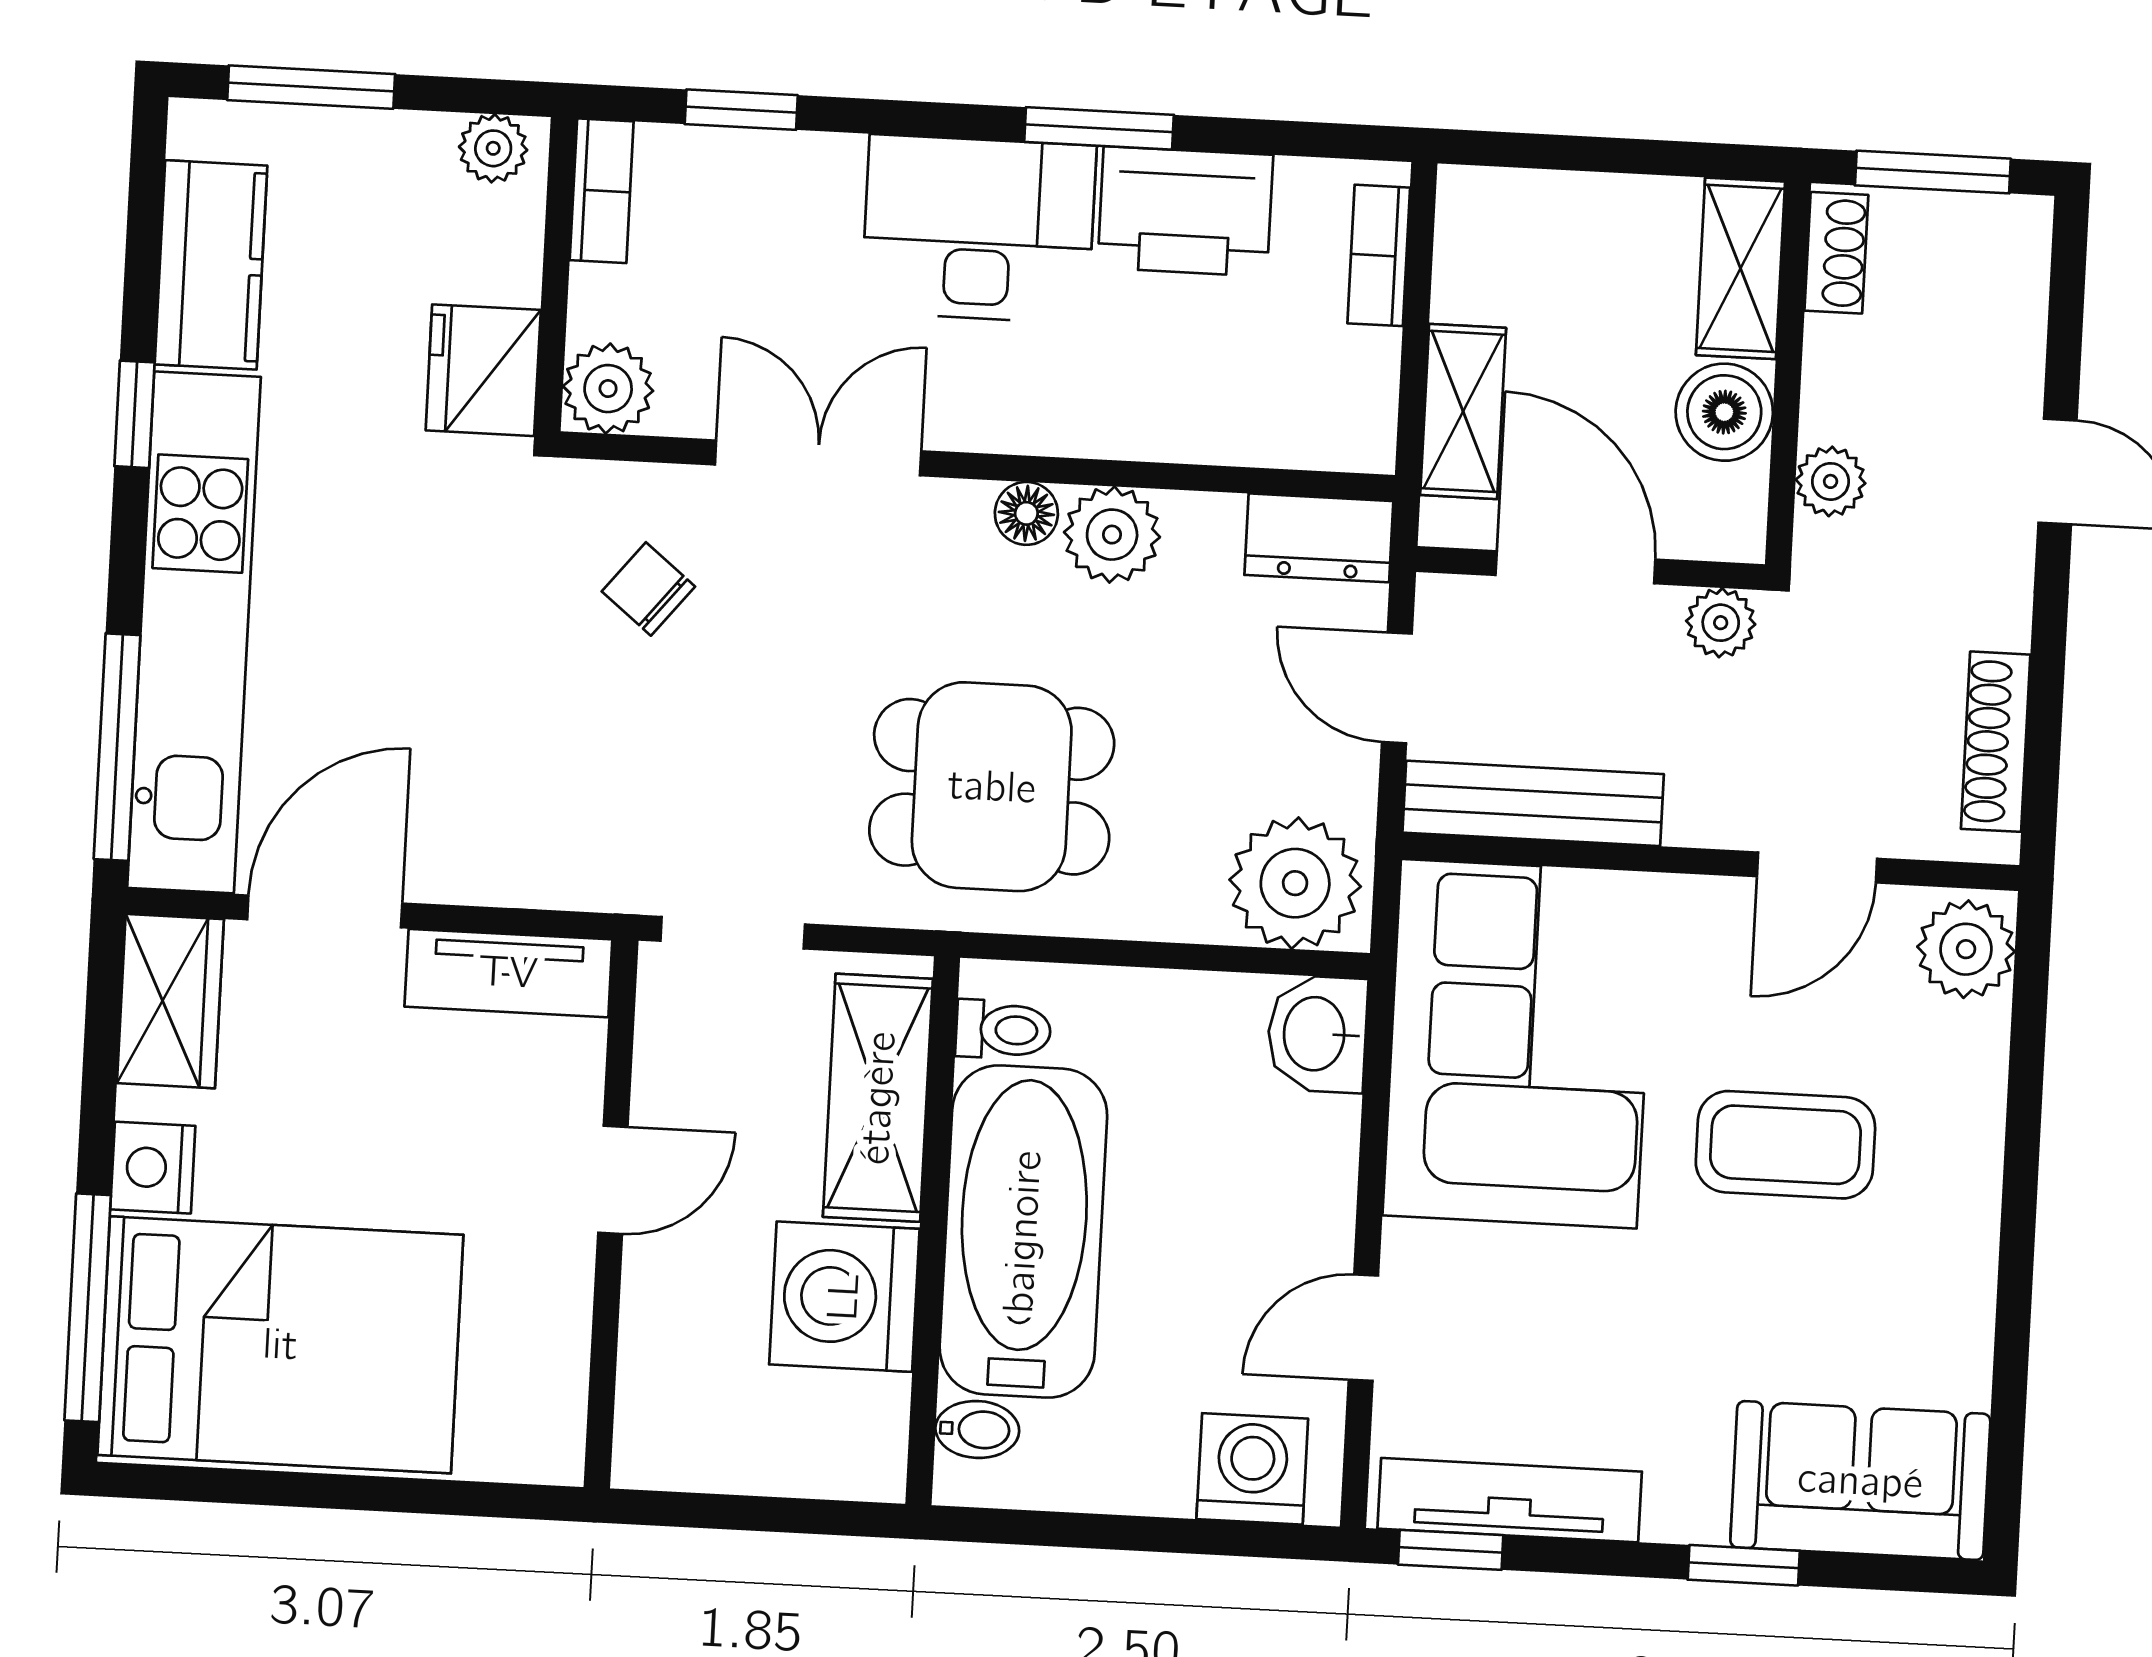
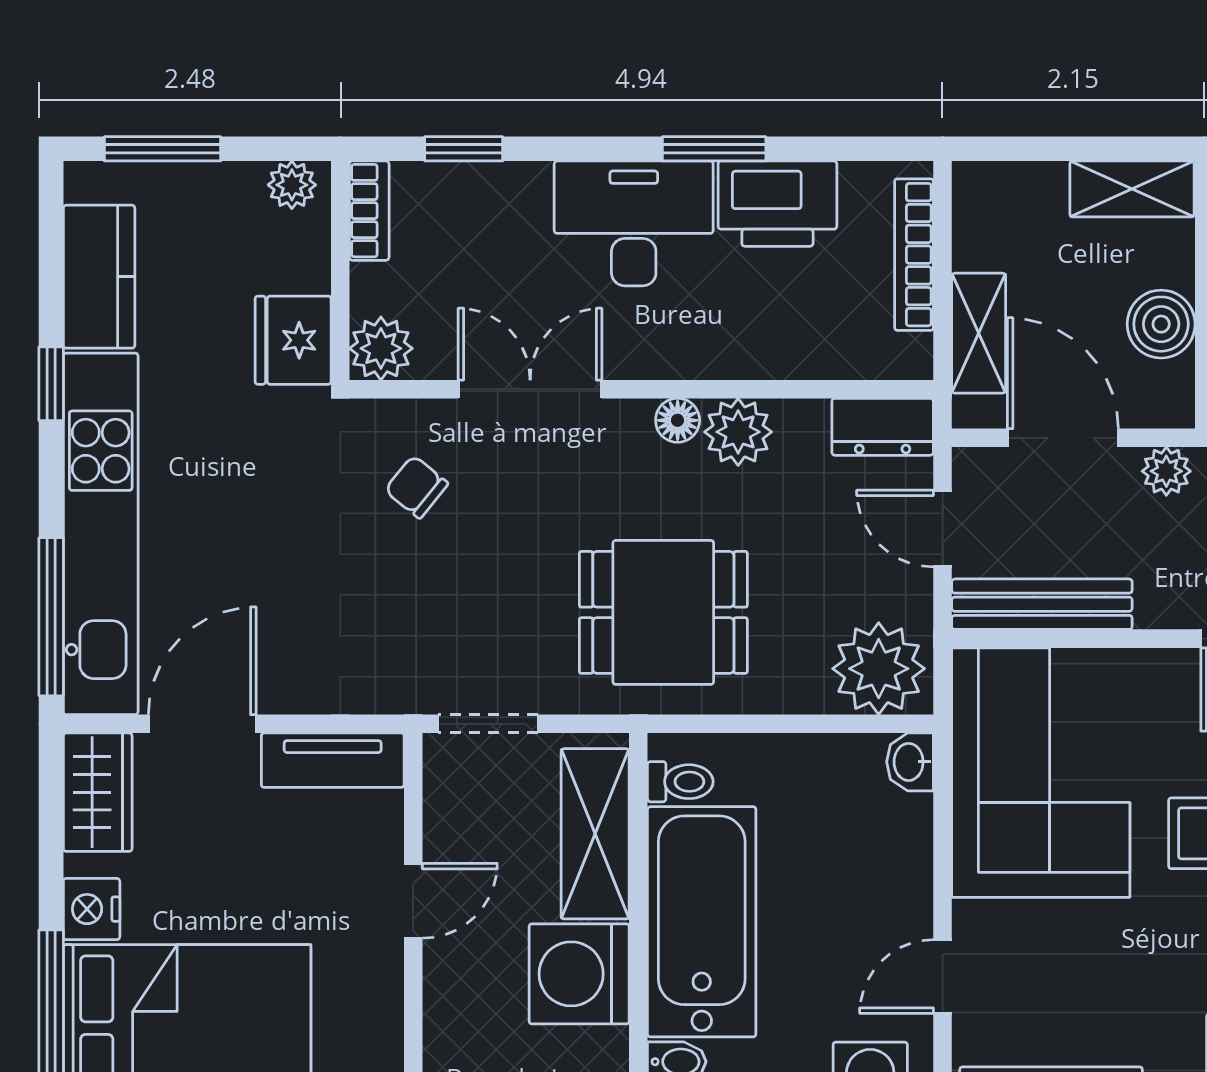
bookcase: (1379, 255) -> (914, 255), width x1.56
shelving: (1740, 268) -> (1132, 189), moved, turned 90
washbasin: (1317, 1034) -> (910, 762), width x0.72, depth x0.69

